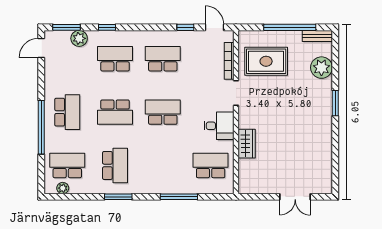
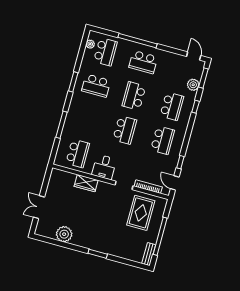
door: (214, 27) -> (175, 183), swing flipped
plant: (321, 68) -> (64, 234), moved

